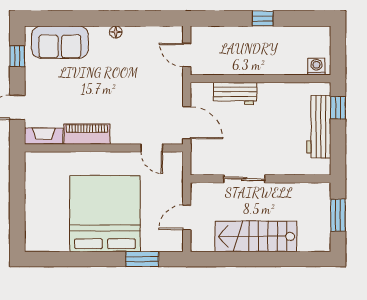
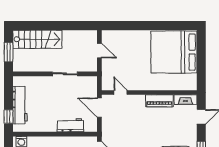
bed: (105, 214) -> (174, 52), moved, turned 90
door: (187, 217) -> (99, 51), hinge flipped
stairs: (256, 236) -> (37, 39), moved
window: (142, 259) -> (126, 26), removed

